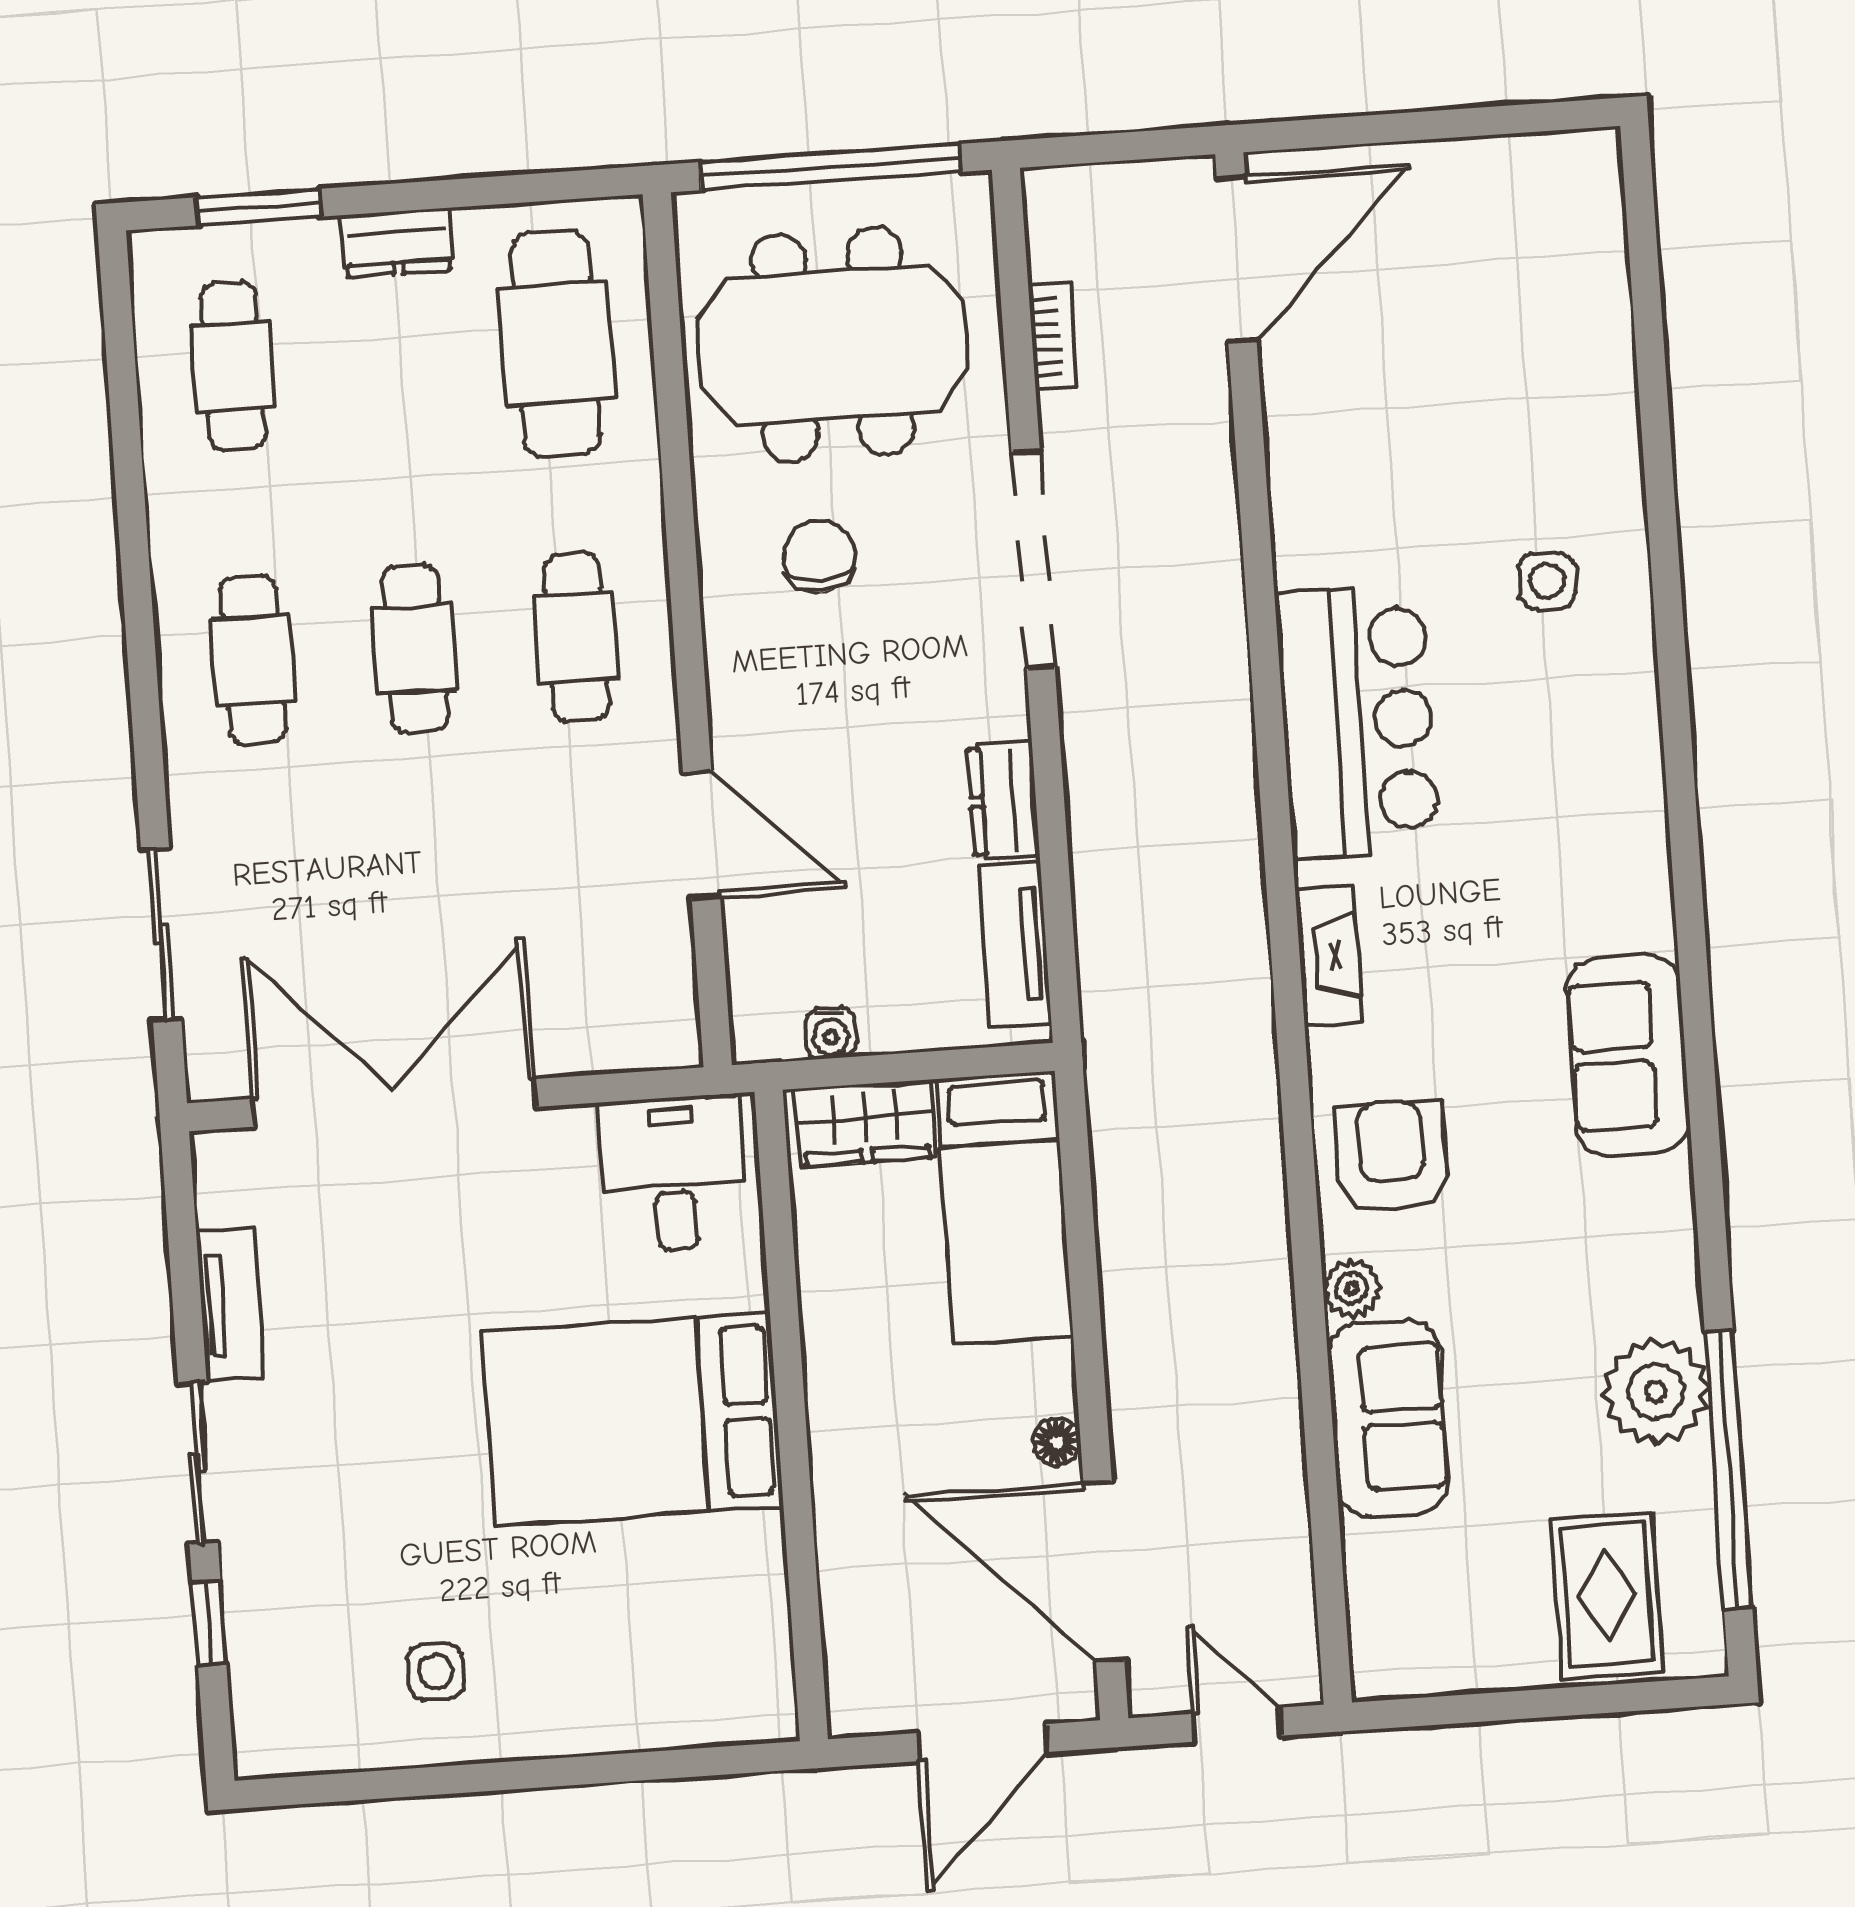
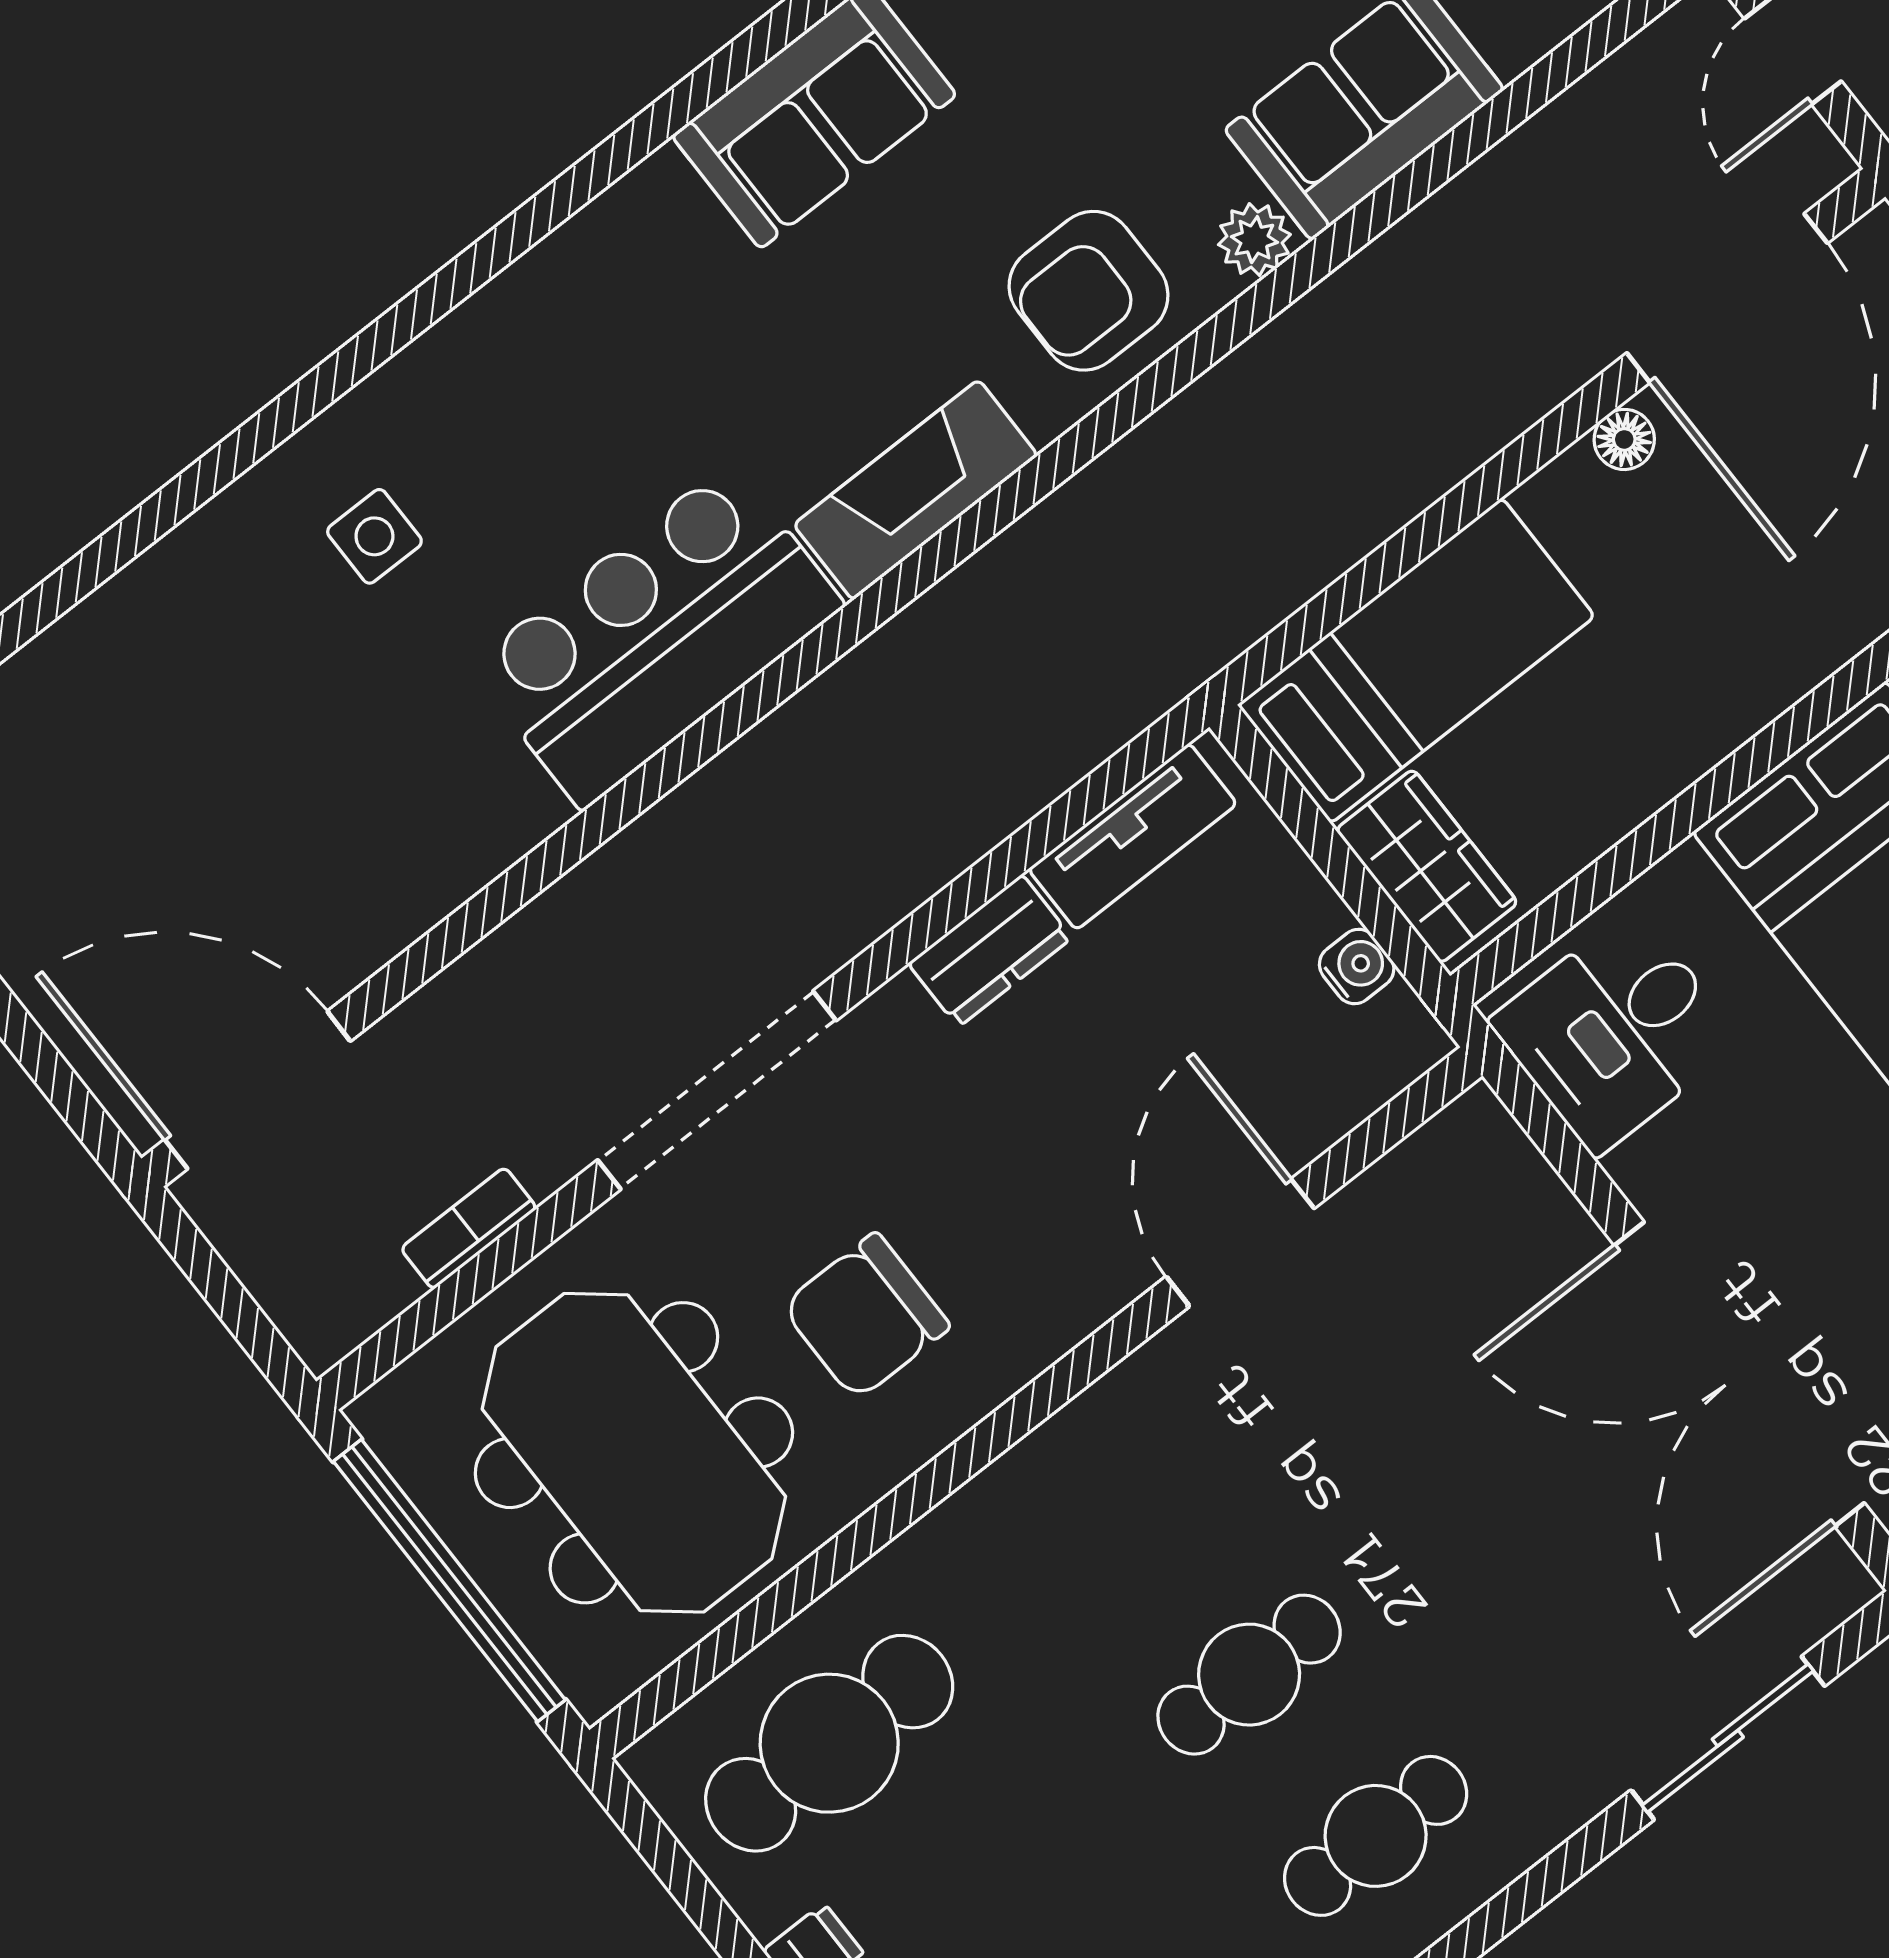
chair: (819, 557) -> (866, 1316), width x1.37, depth x1.37
cafe table: (576, 637) -> (1123, 1513), removed
fireplace: (1329, 956) -> (916, 490), width x1.37, depth x1.32

